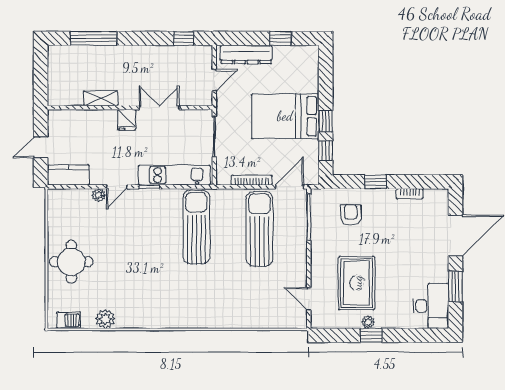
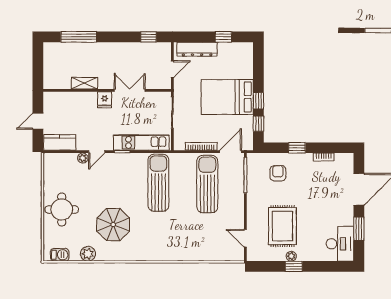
parasol: (138, 281) -> (113, 225), added

